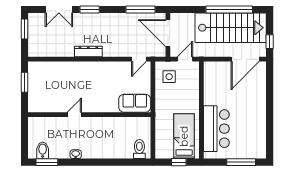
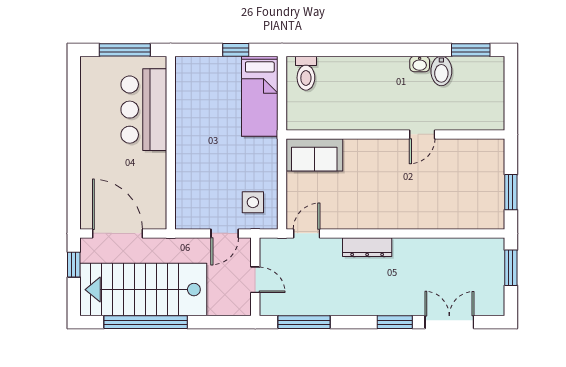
window: (25, 29) -> (511, 268), moved
door: (168, 33) -> (255, 280), width x0.53
dresser: (88, 52) -> (367, 247), moved
door: (245, 59) -> (117, 233), hinge flipped
wall: (201, 110) -> (171, 143), moved
bar counter: (216, 129) -> (144, 110), moved
bed: (184, 136) -> (260, 96), moved
bidet: (43, 150) -> (441, 71), moved

